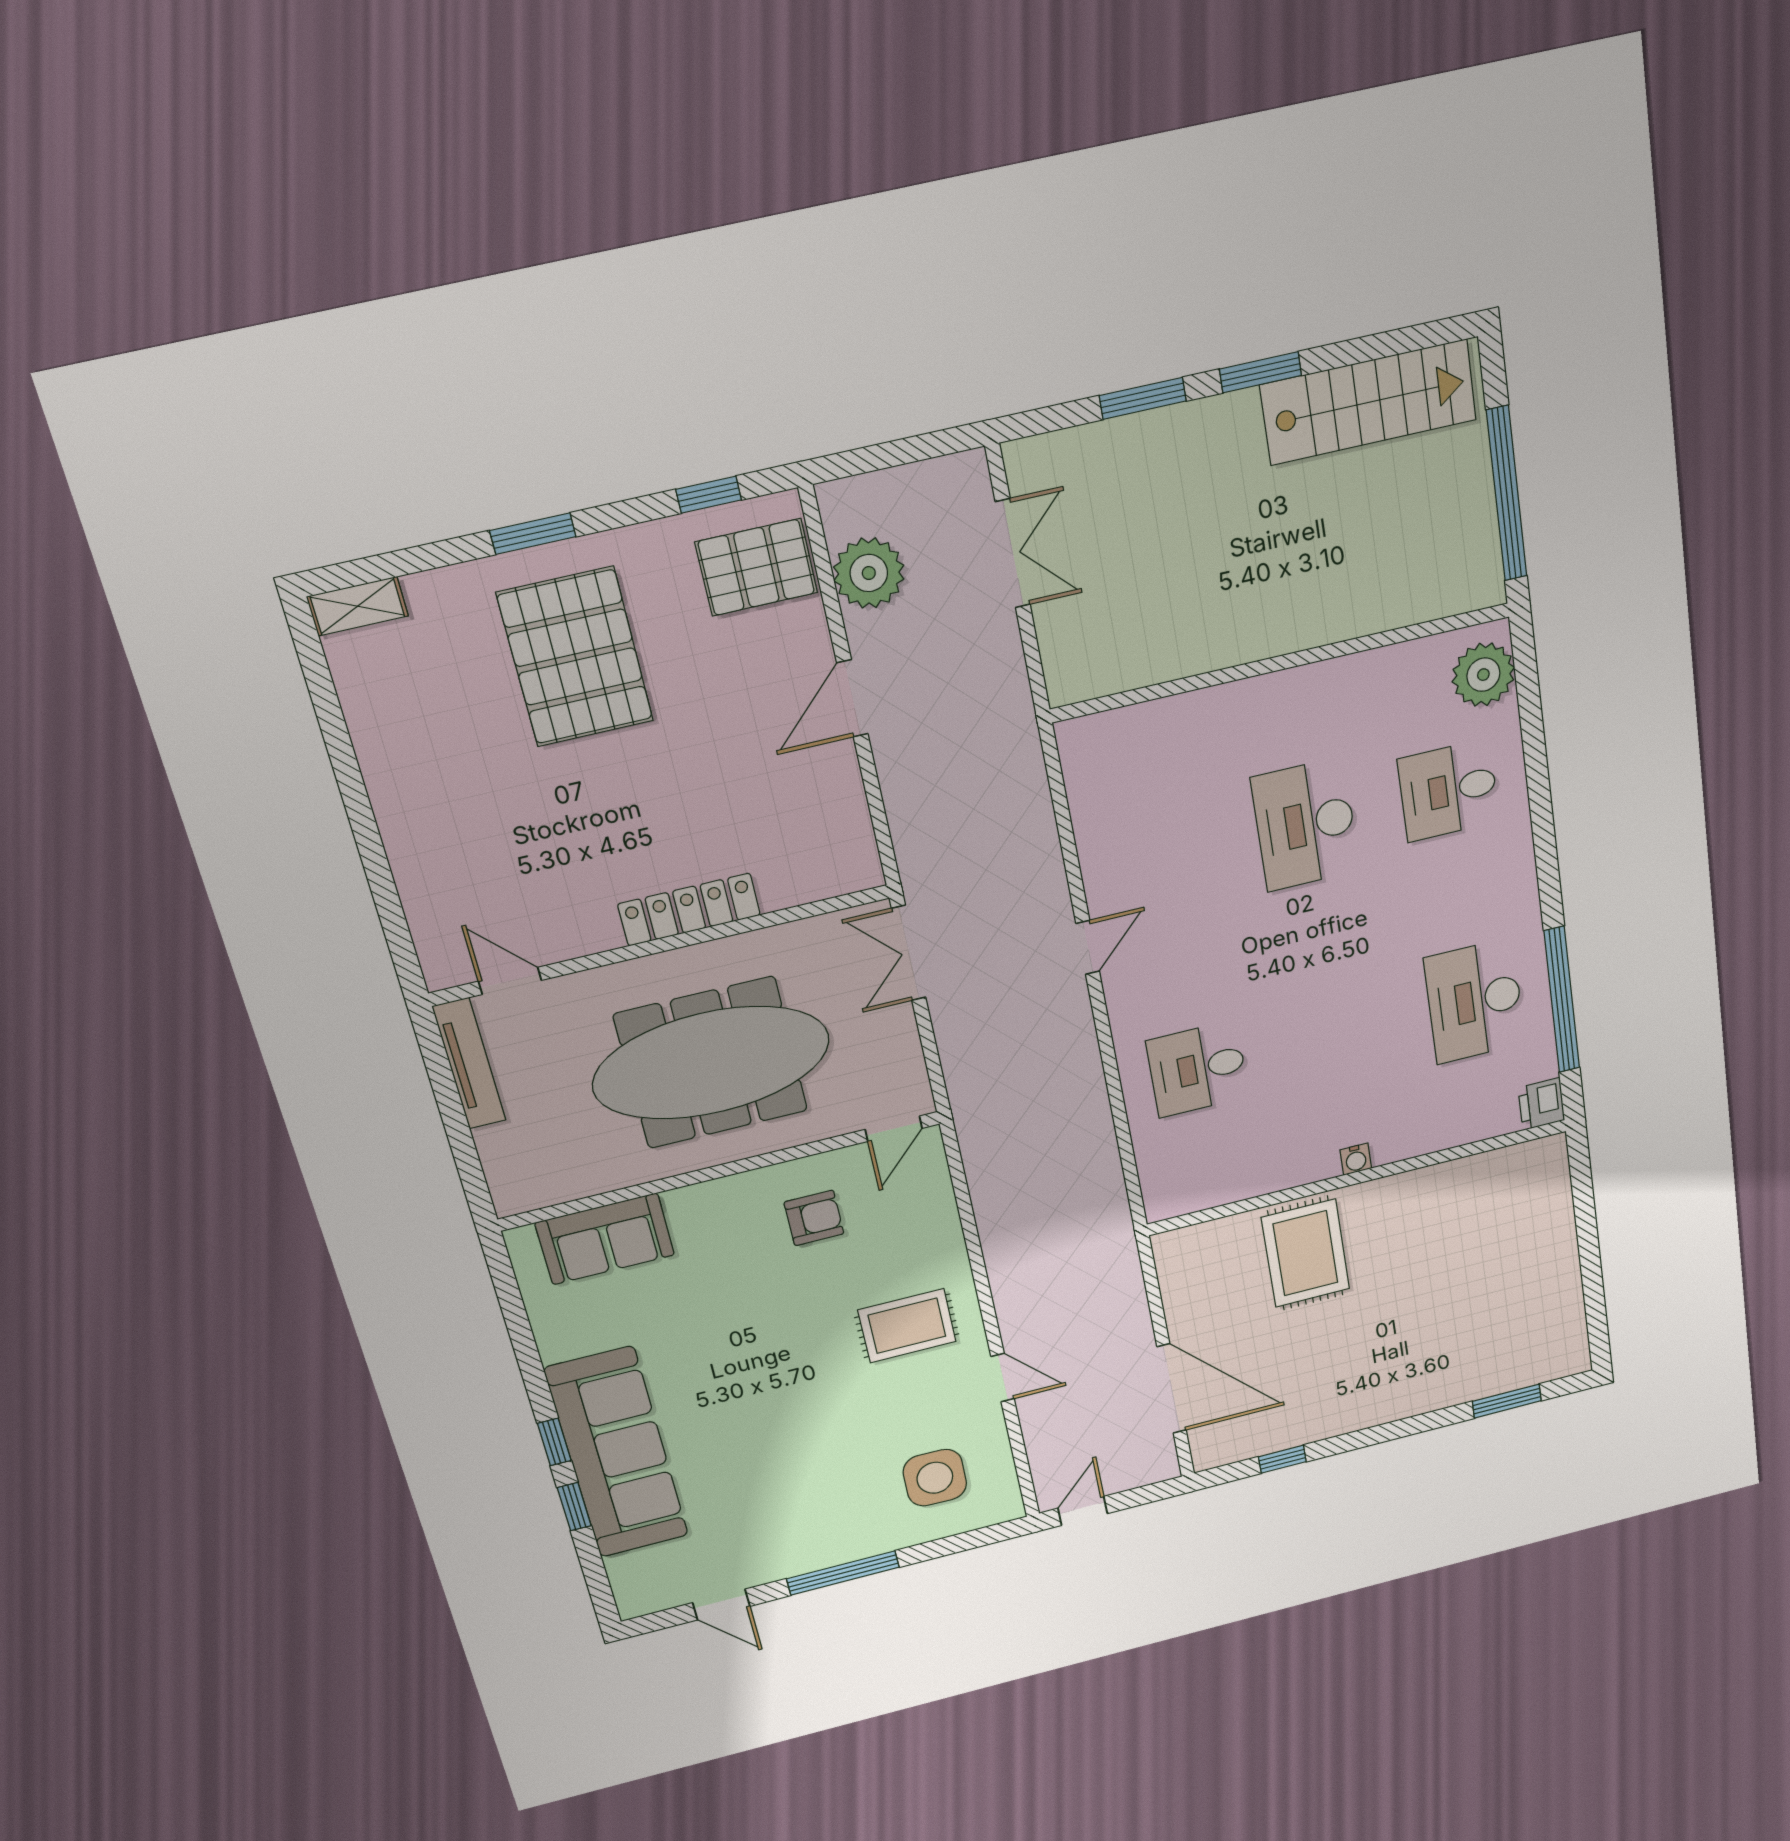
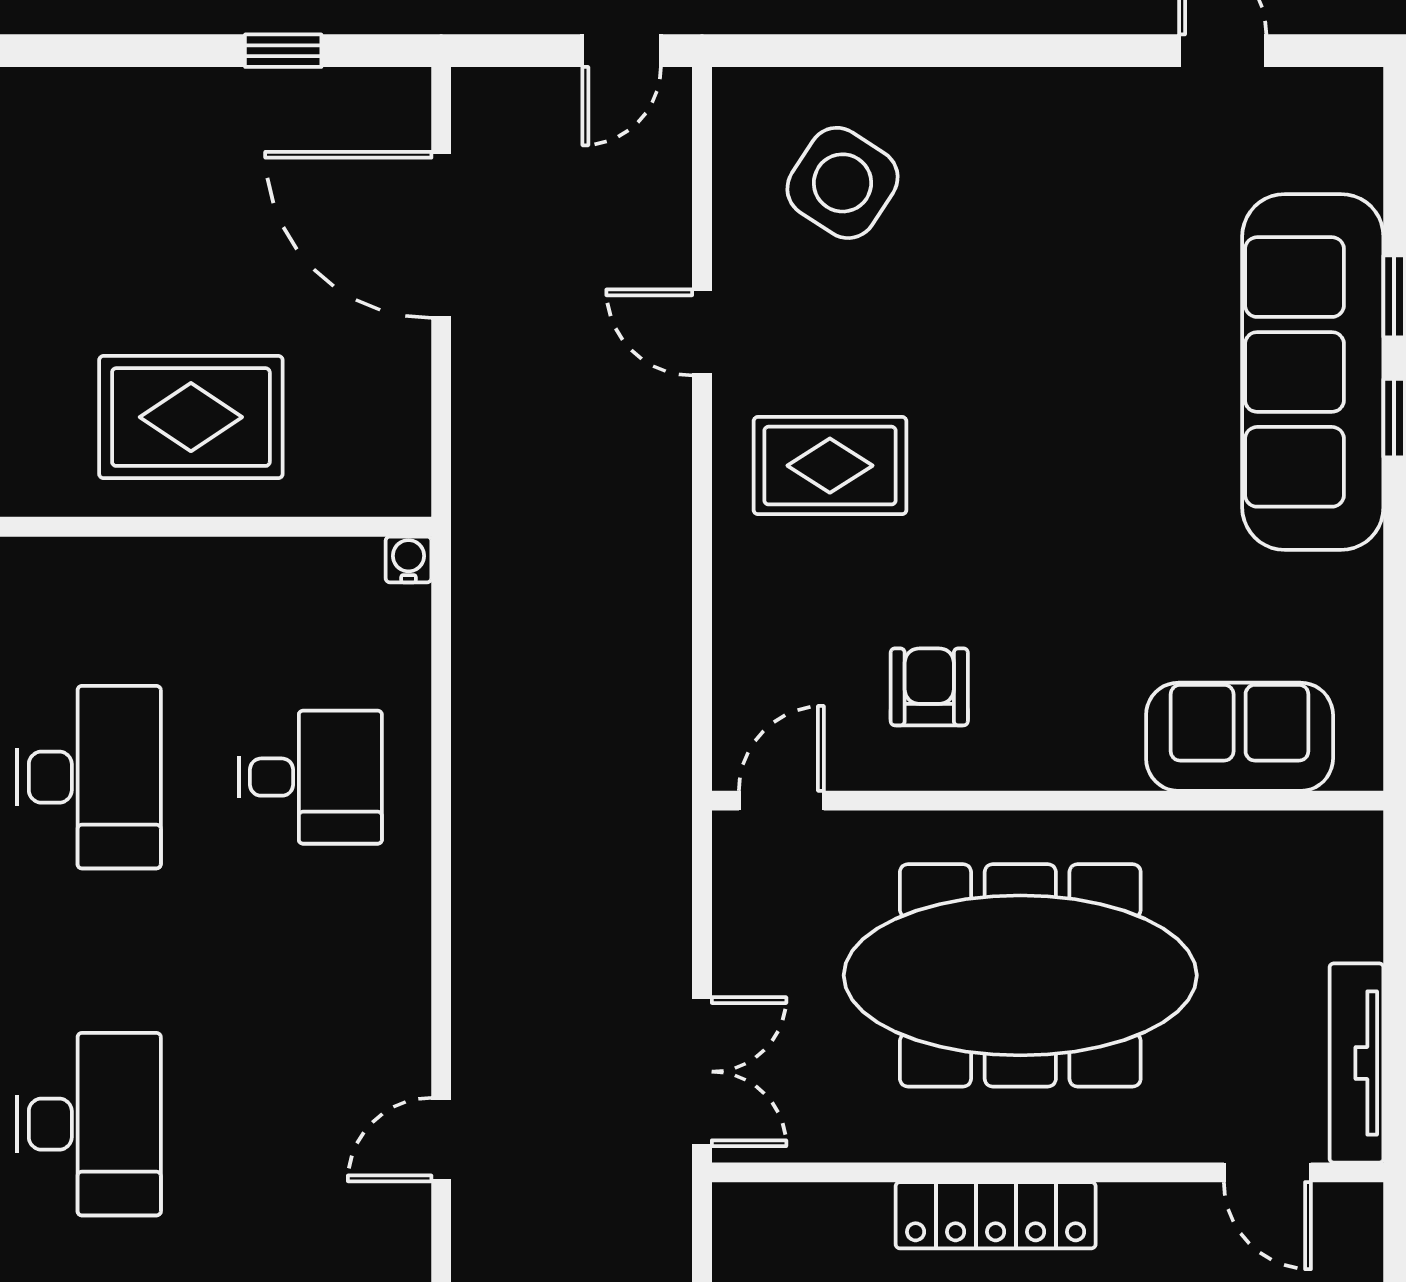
door: (1088, 947) -> (441, 1140), moved
desk: (1337, 1035) -> (89, 777), added
water cooler: (1356, 1159) -> (408, 559), moved
armchair: (814, 1218) -> (929, 687), turned 90
rug: (1305, 1253) -> (191, 417), turned 90
side table: (935, 1478) -> (843, 183), turned 32
window: (843, 1573) -> (1022, 51), removed

